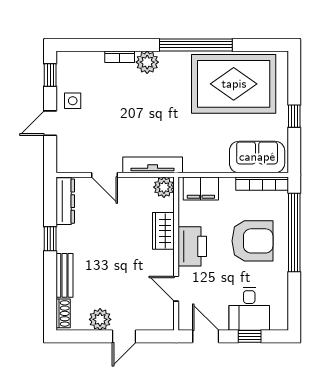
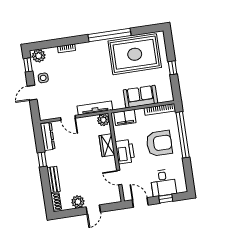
plant: (147, 62) -> (39, 56), moved
sofa: (257, 157) -> (140, 97), moved

